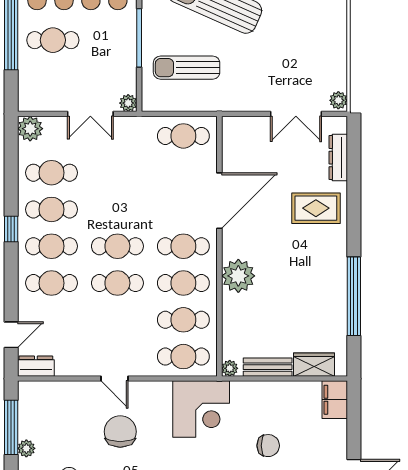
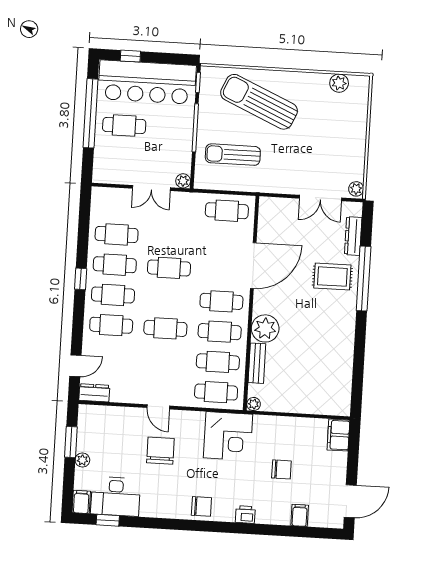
plant: (30, 129) -> (101, 197), removed
cafe table: (117, 246) -> (169, 268), moved
window: (354, 296) -> (364, 278), moved
wardrobe: (314, 365) -> (323, 405), removed
bench: (268, 367) -> (257, 363), moved, turned 90
window: (11, 427) -> (71, 442), width x0.69

